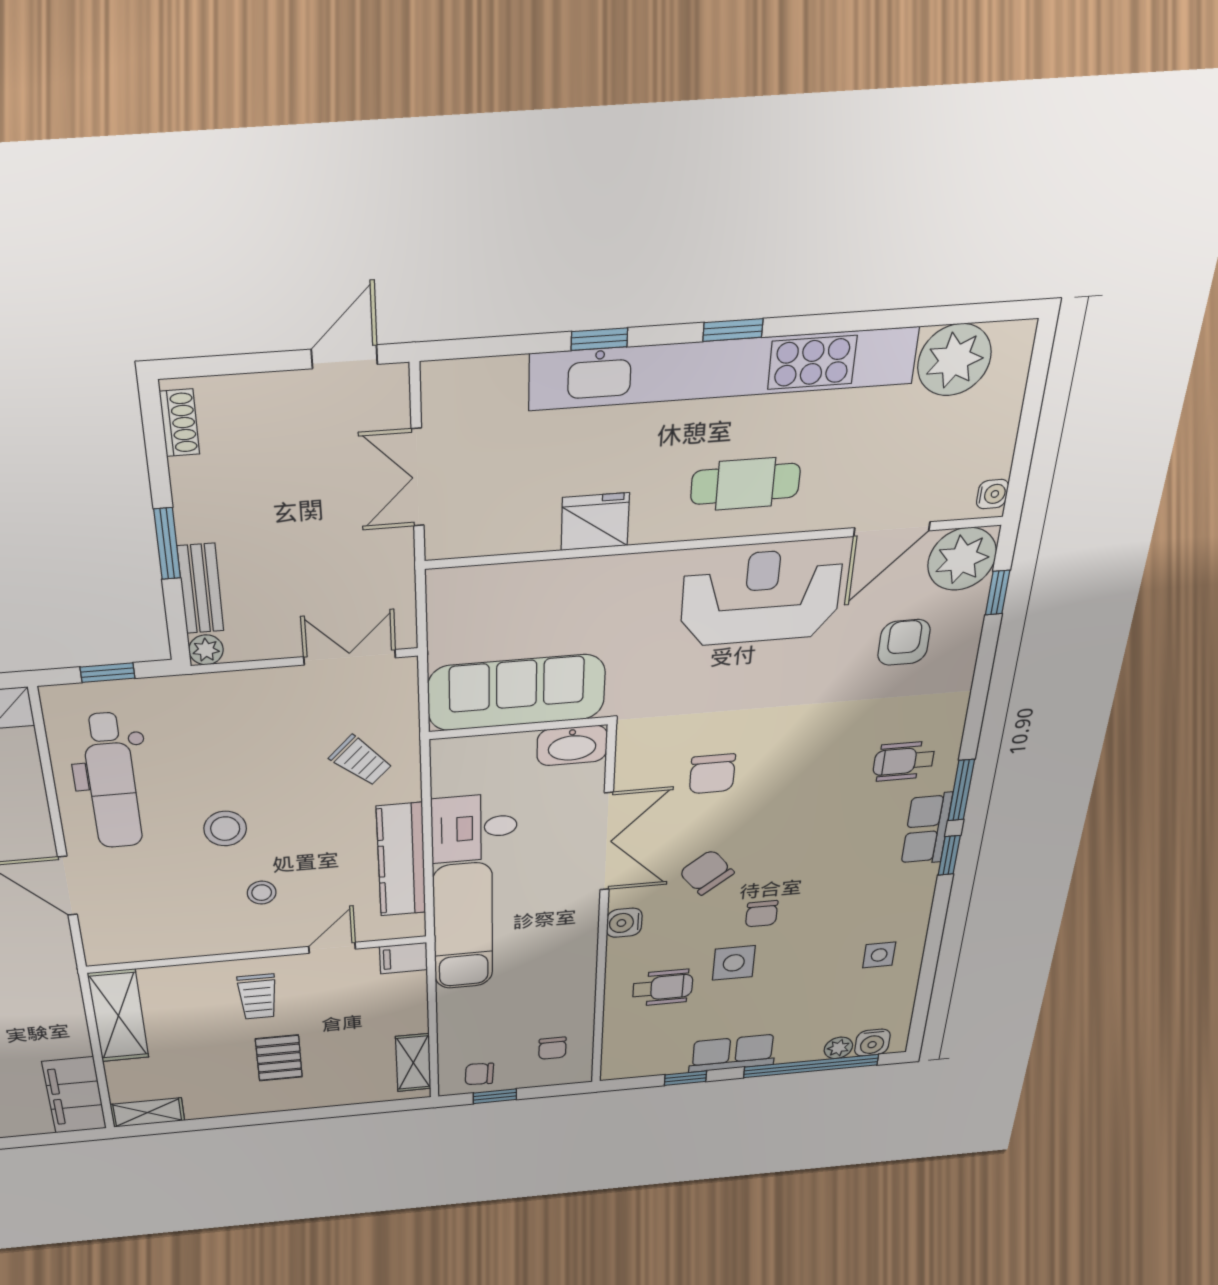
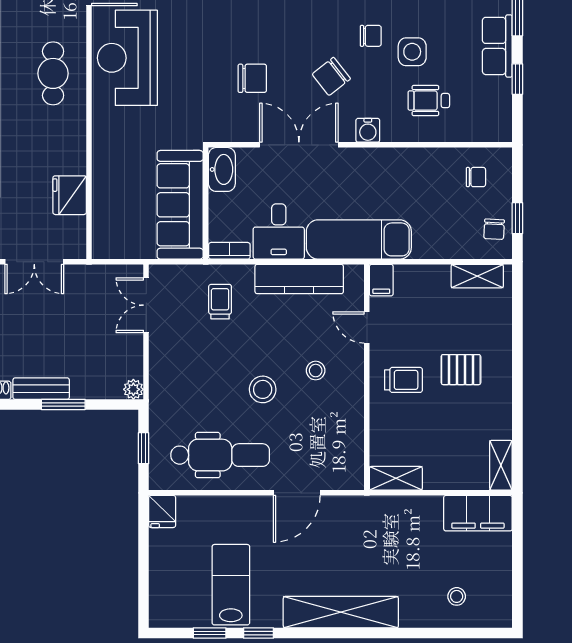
fridge: (595, 522) -> (70, 195), moved
bench: (201, 589) -> (41, 389), moved
trolley: (361, 761) -> (220, 302), turned -44
bookcase: (443, 766) -> (229, 251), added
wheelchair: (663, 988) -> (429, 101), turned -90
shelving: (118, 1016) -> (396, 478), width x0.67, depth x0.75

